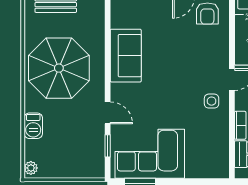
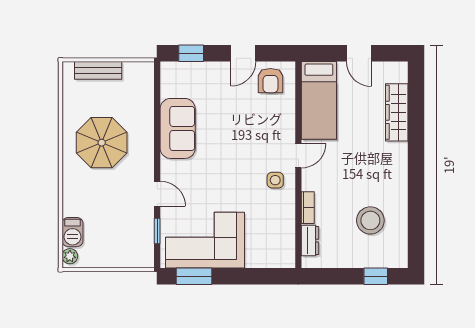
parasol: (59, 68) -> (102, 143), width x0.73, depth x0.73
barbecue: (33, 126) -> (72, 232), moved

